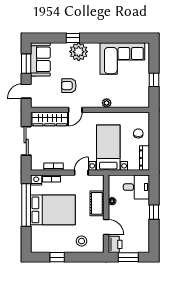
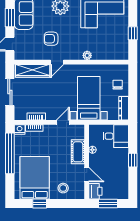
bed: (53, 210) -> (35, 178), moved, turned -90

